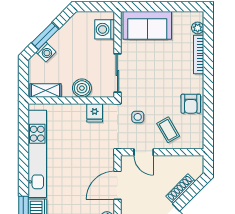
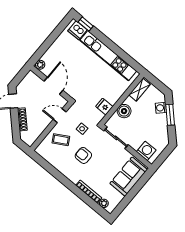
armchair: (191, 104) -> (83, 155), moved

